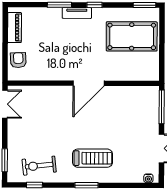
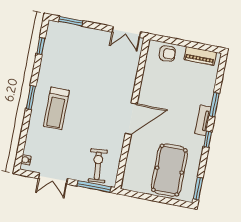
door: (89, 83) -> (131, 119), swing flipped
exercise bike: (39, 166) -> (98, 166), moved

